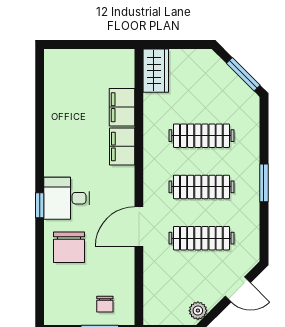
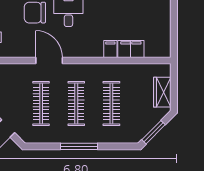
wardrobe: (156, 71) -> (162, 92), moved, turned 90
filing cabinet: (122, 146) -> (110, 49), width x0.50
window: (264, 183) -> (79, 146), width x1.44

